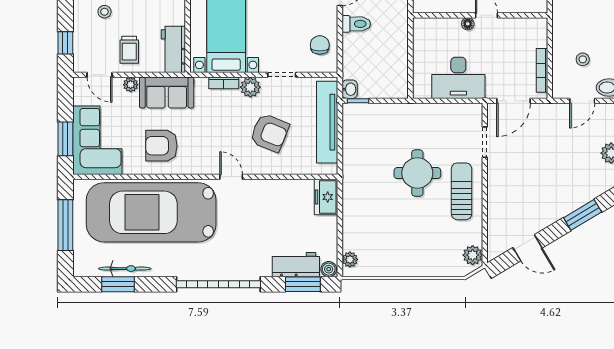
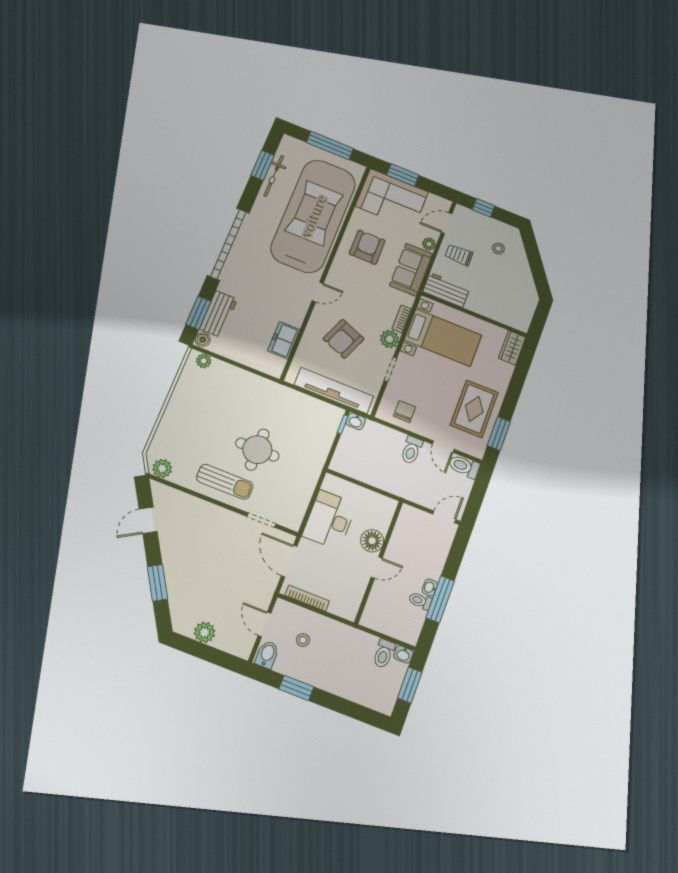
floor lamp: (468, 24) -> (372, 541), width x1.89, depth x1.89
chair: (320, 45) -> (405, 412), turned -90
freezer: (326, 197) -> (284, 340), moved, turned -90

